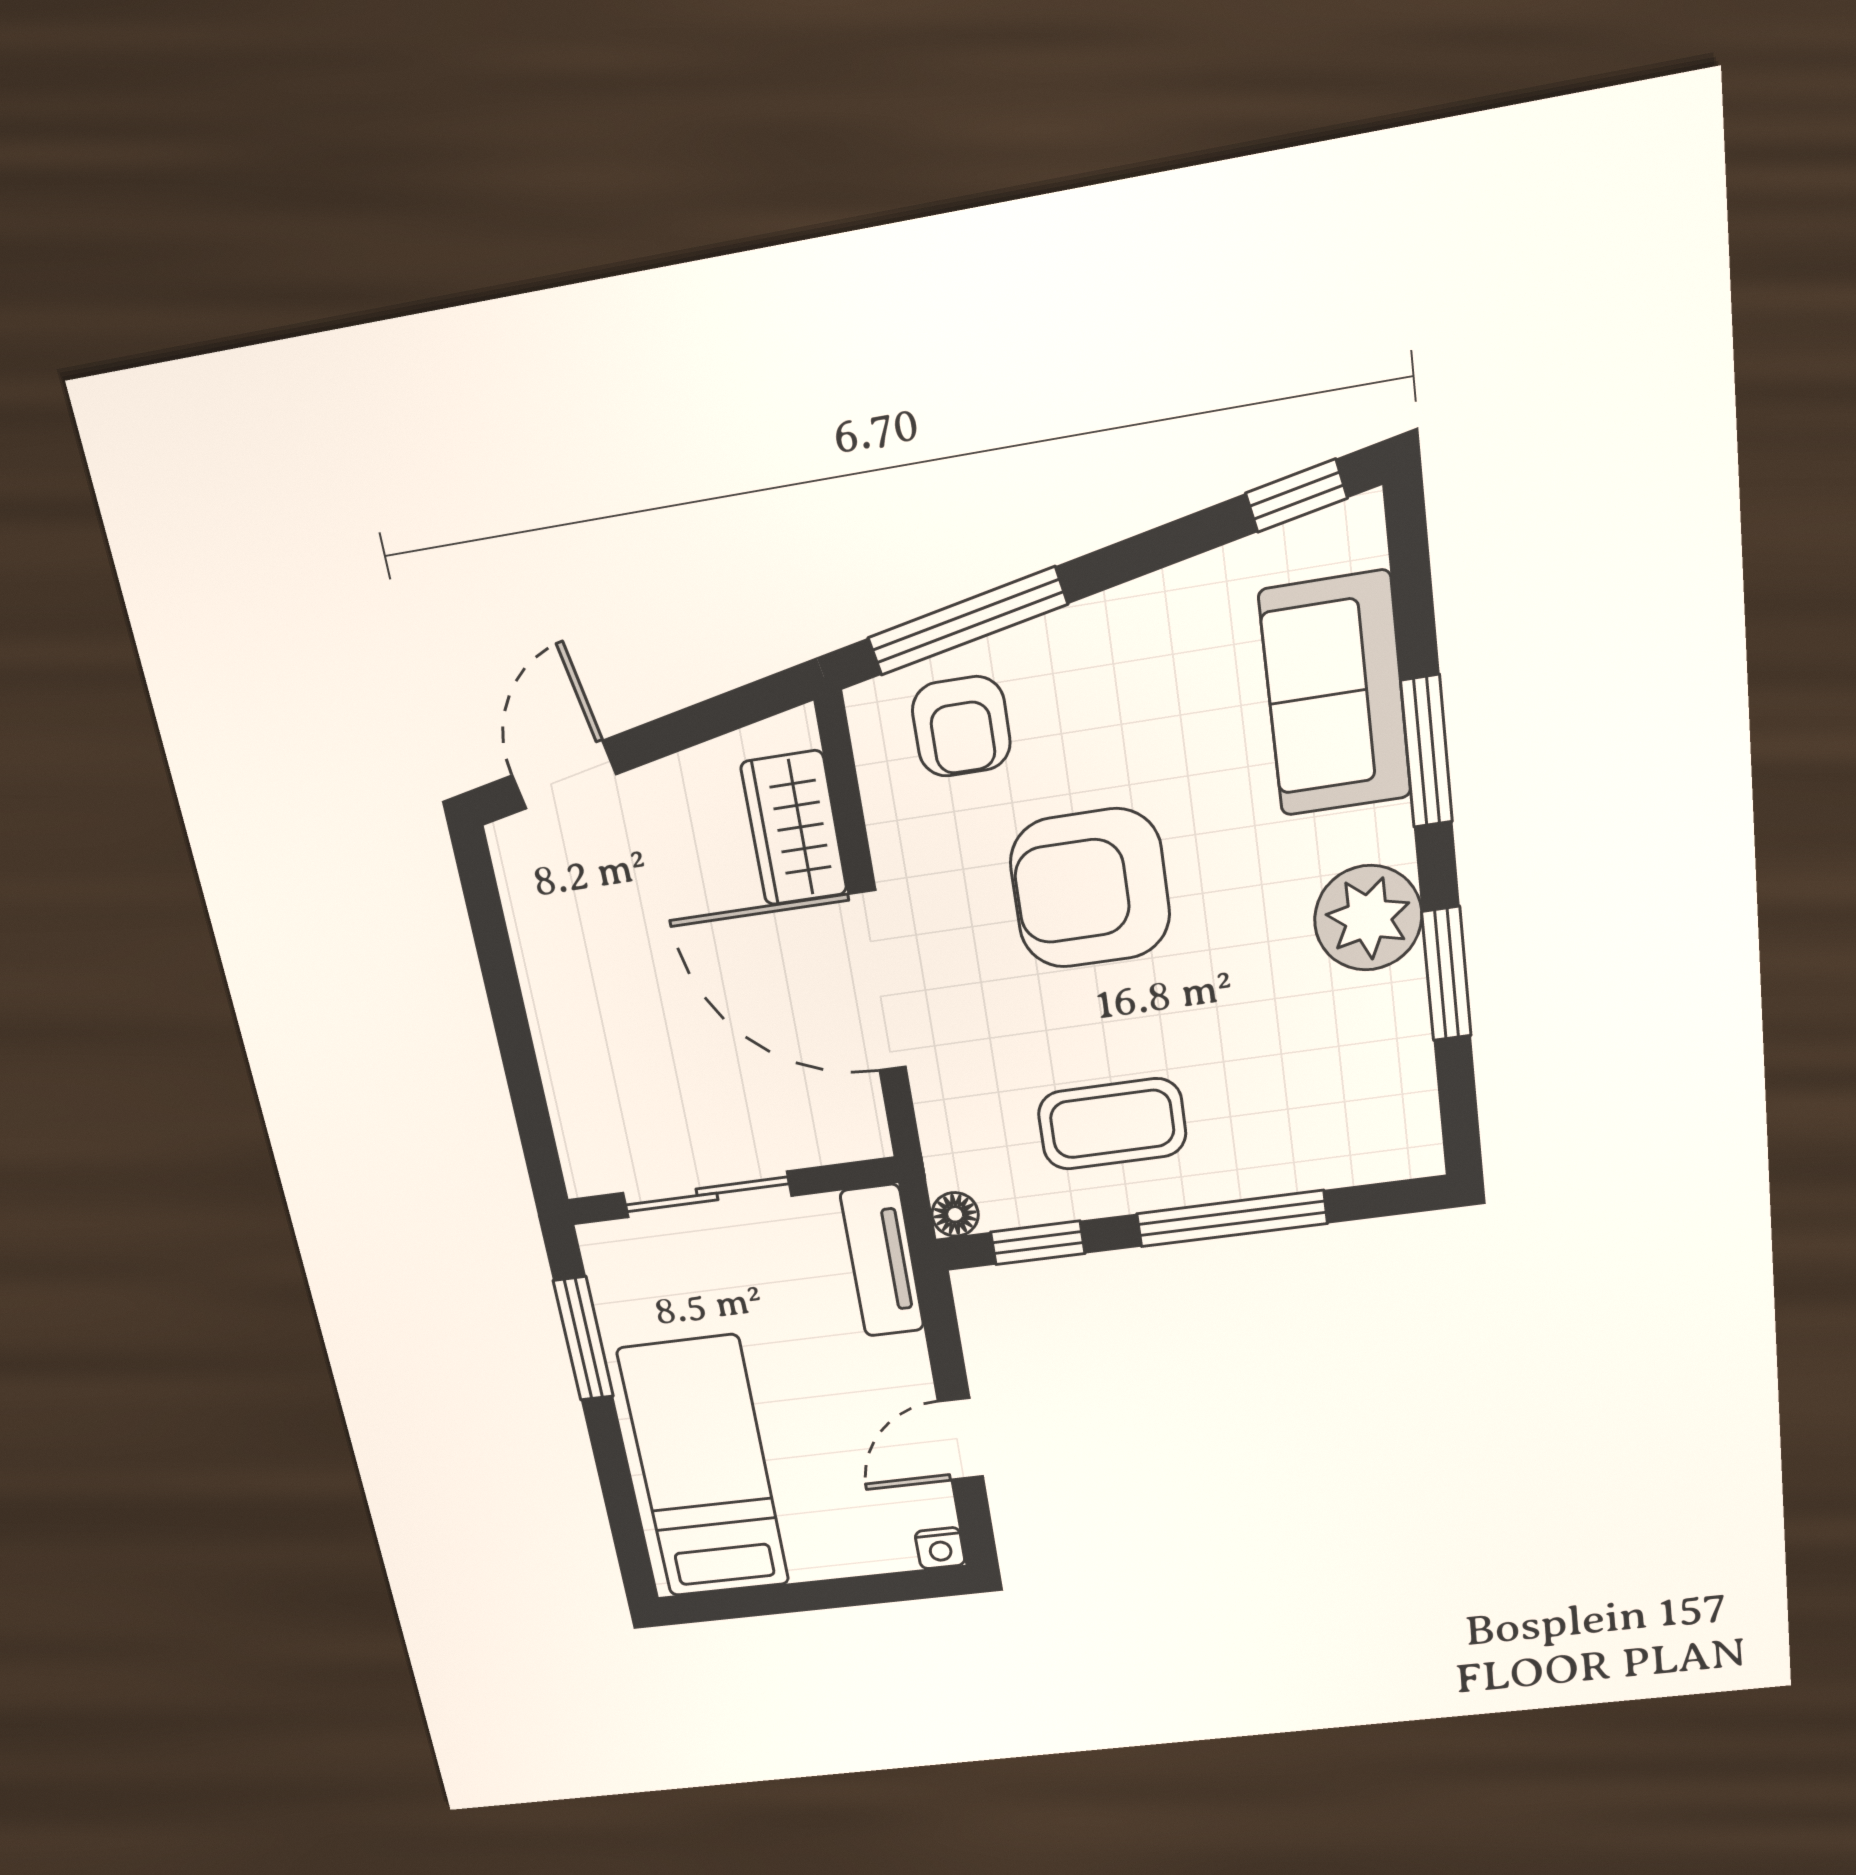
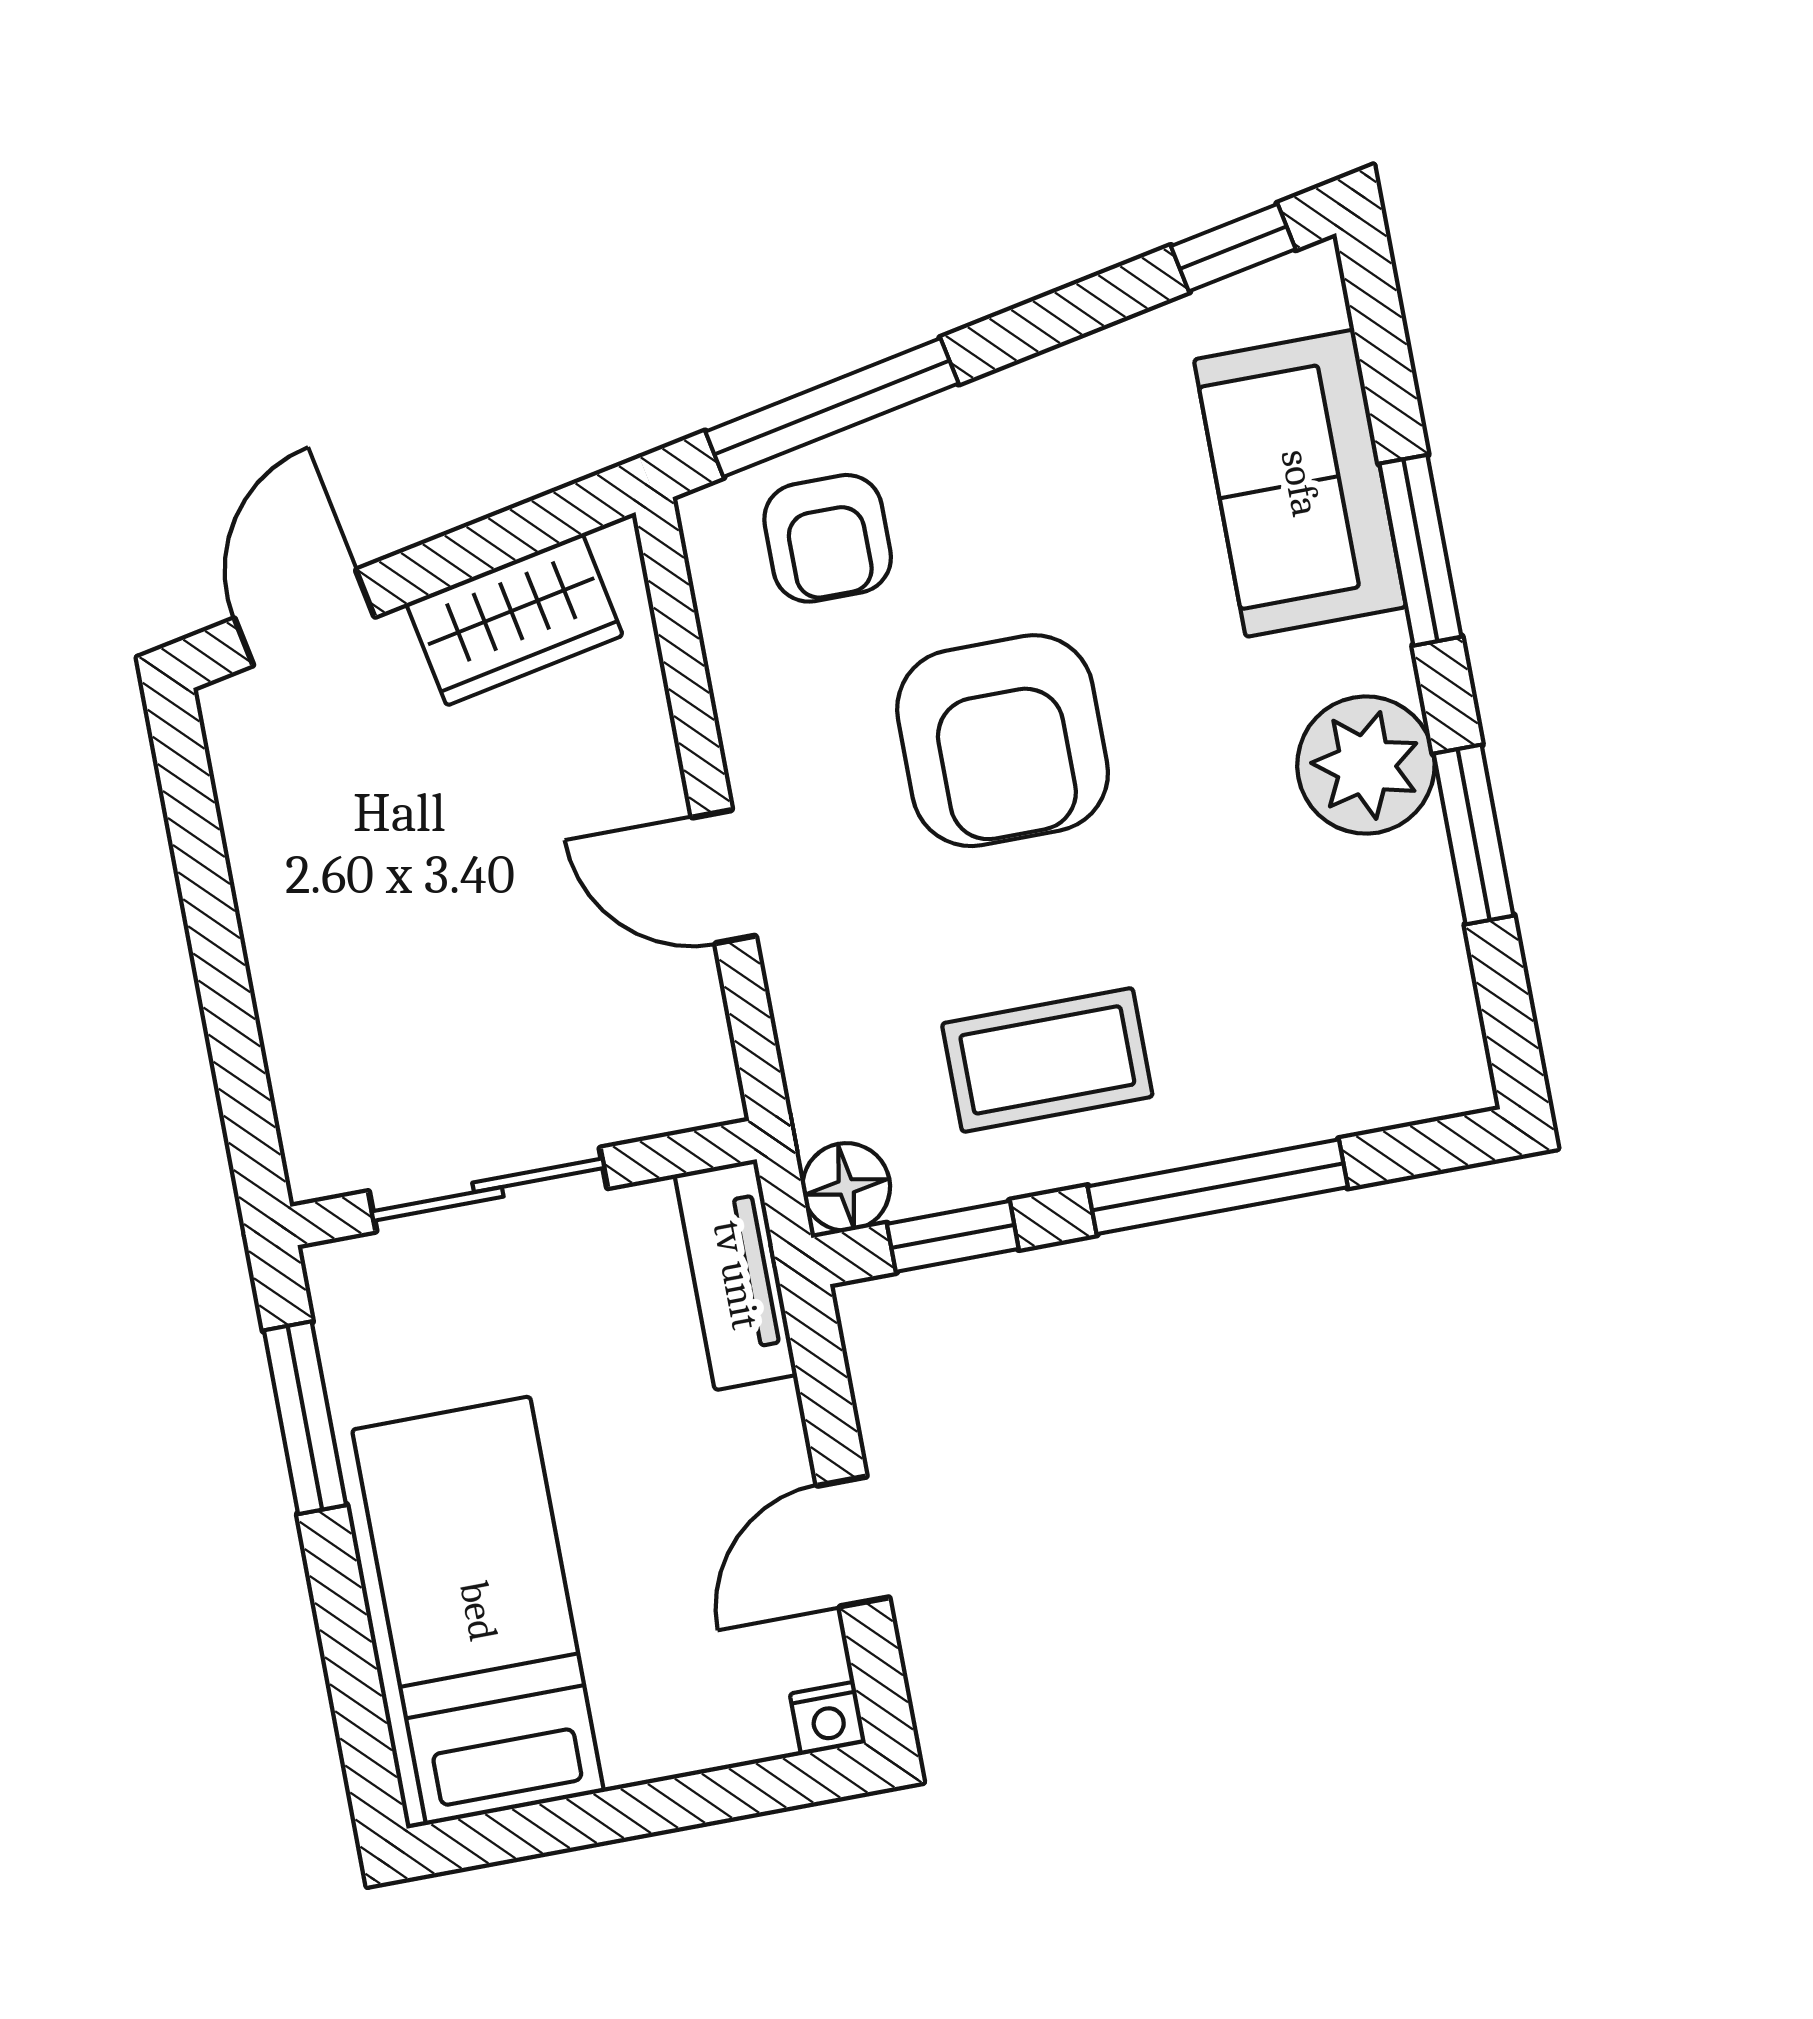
wardrobe: (794, 828) -> (514, 619), moved, turned -101
armchair: (1090, 888) -> (1003, 741), turned -90
door: (877, 981) -> (724, 877), width x0.53
floor lamp: (955, 1214) -> (846, 1187), width x1.37, depth x1.37

